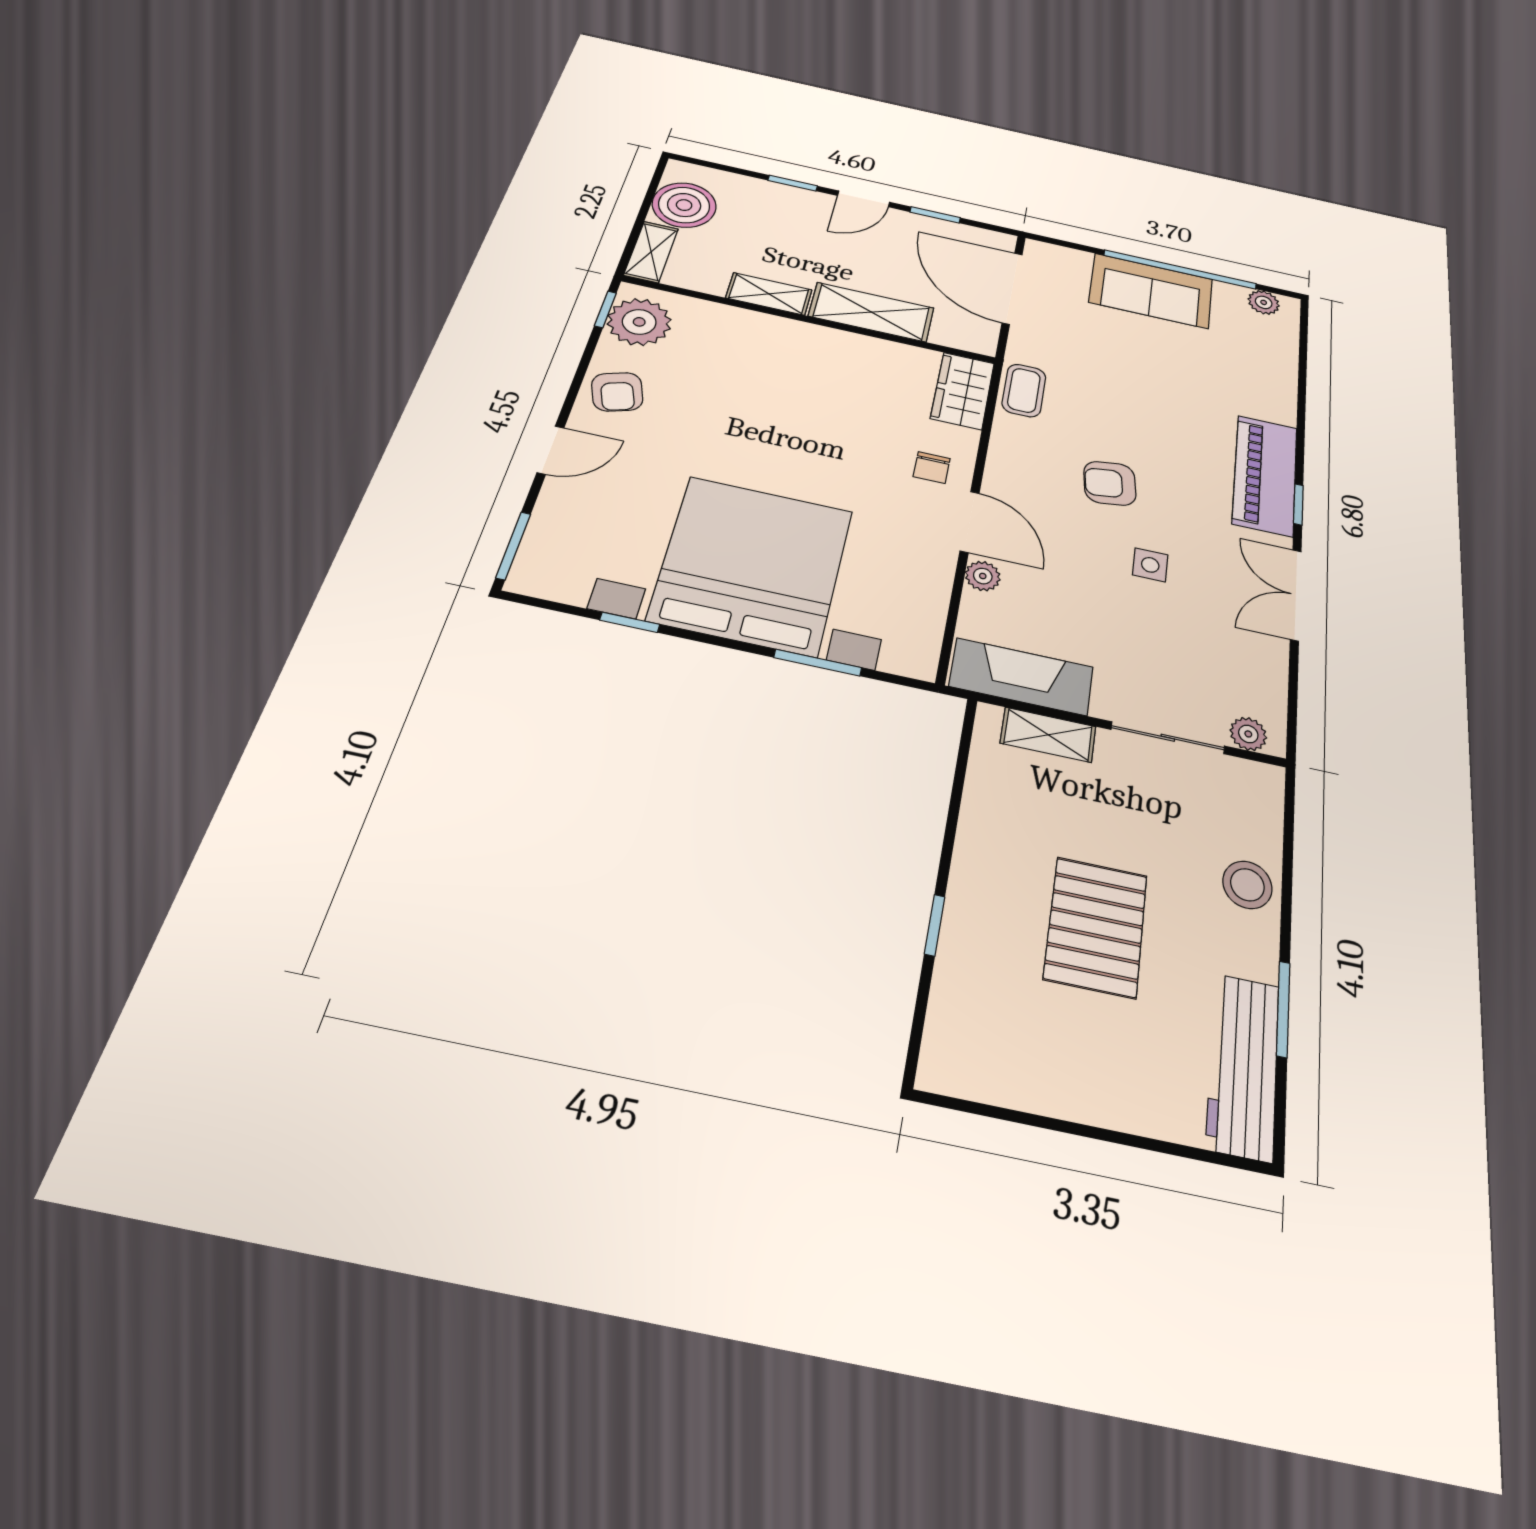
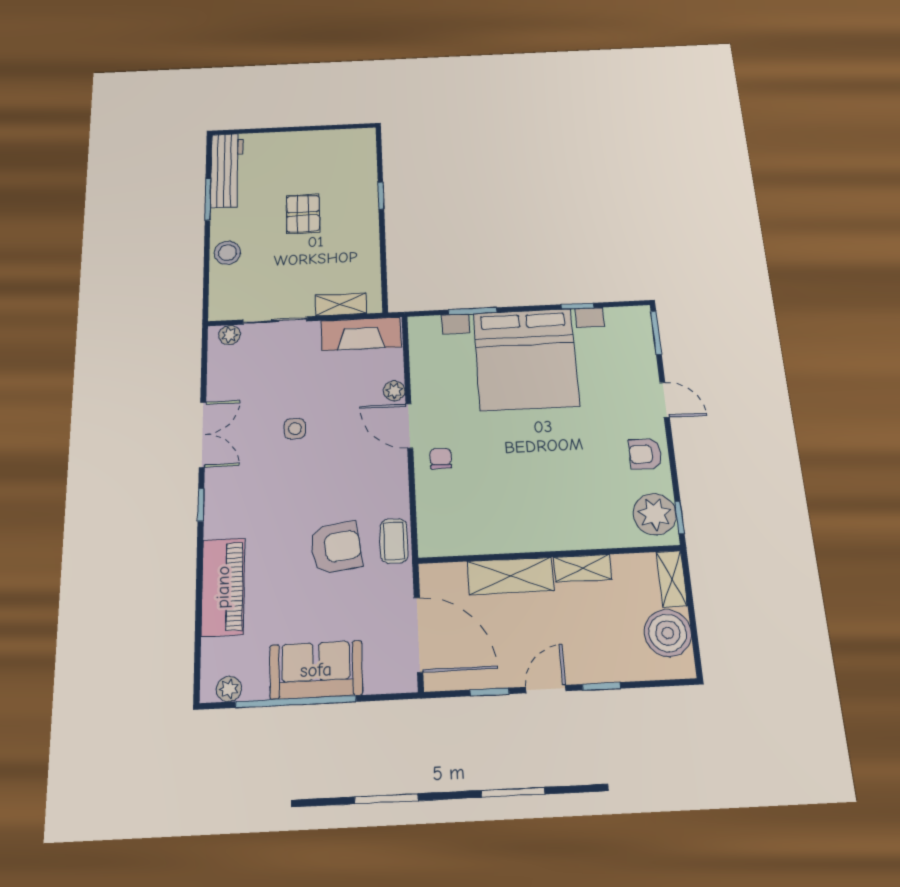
wardrobe: (963, 391) -> (434, 527), removed
armchair: (617, 392) -> (645, 454), turned -71
door: (551, 450) -> (665, 400), swing flipped
piano: (1265, 475) -> (223, 587), moved
armchair: (1110, 483) -> (336, 547), moved, width x1.38, depth x1.38
pallet: (1096, 927) -> (303, 214), width x0.67, depth x0.71

